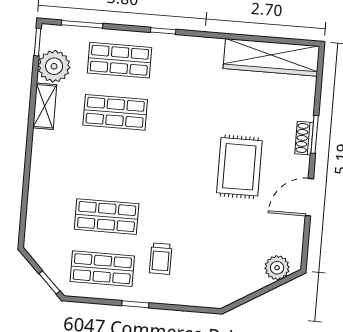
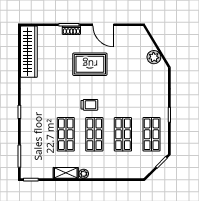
shop shelf: (119, 60) -> (94, 134), moved
plant: (54, 66) -> (84, 174), moved, width x0.53, depth x0.53
trolley: (161, 259) -> (89, 105), moved
plant: (277, 268) -> (154, 57), moved

